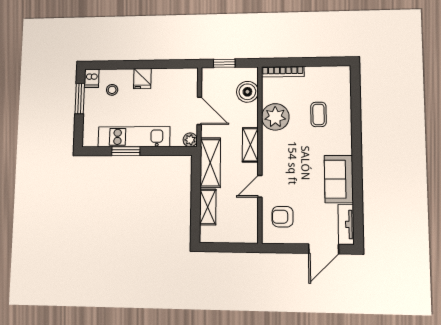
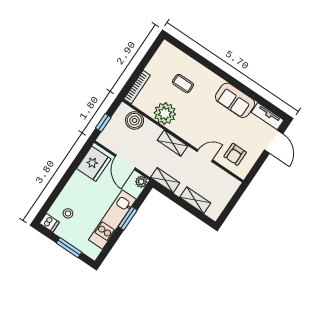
fridge: (142, 79) -> (94, 164), moved, width x1.88, depth x1.34
window: (80, 99) -> (69, 248), moved
door: (199, 111) -> (125, 162), swing flipped
window: (126, 151) -> (128, 218), moved
shelving: (210, 163) -> (165, 180), width x0.67, depth x0.75
door: (260, 186) -> (205, 156), swing flipped

